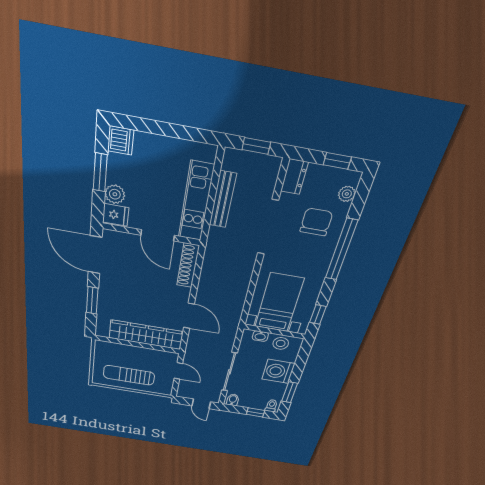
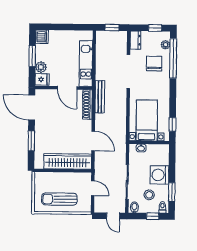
bench: (223, 200) -> (100, 97), moved
window: (341, 250) -> (173, 58), moved
stool: (281, 343) -> (149, 195), moved

